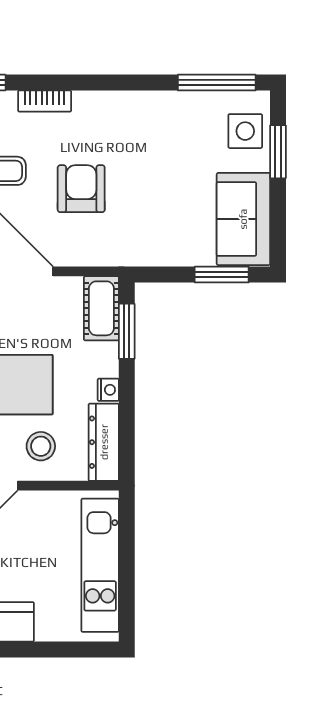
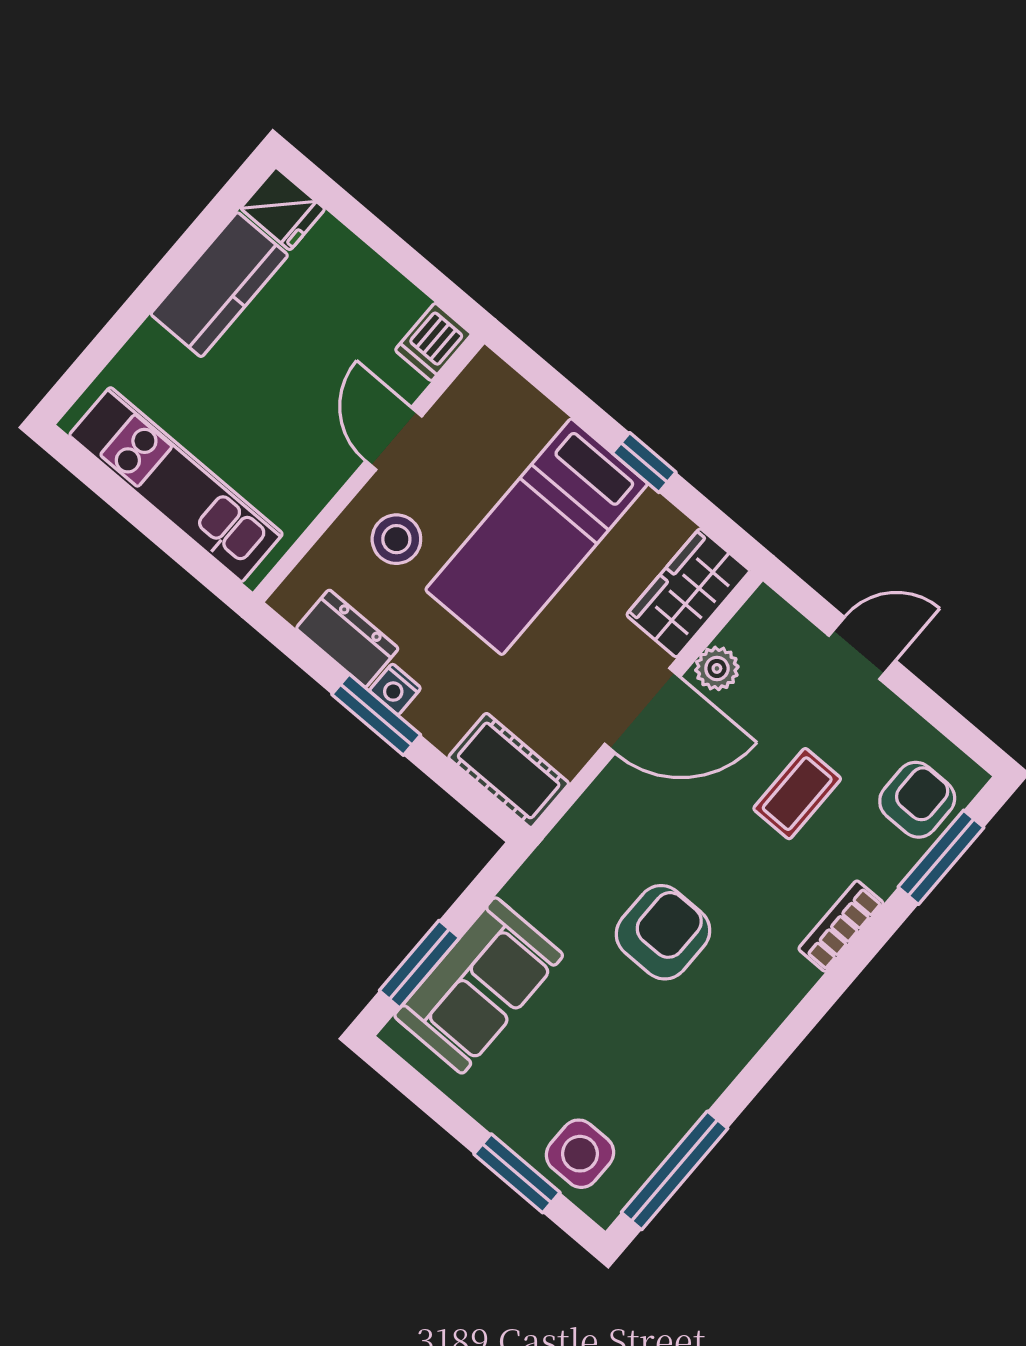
armchair: (81, 189) -> (663, 932), moved, turned -90
sofa: (243, 219) -> (479, 985), moved, turned 90
window: (127, 331) -> (376, 715), moved
dresser: (104, 442) -> (347, 638), width x0.70

